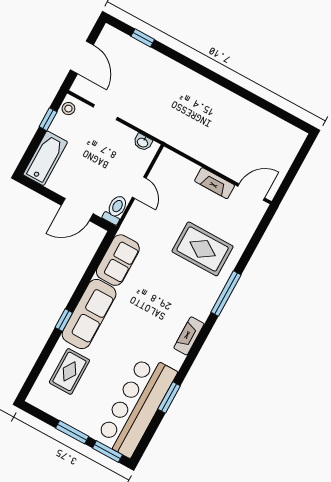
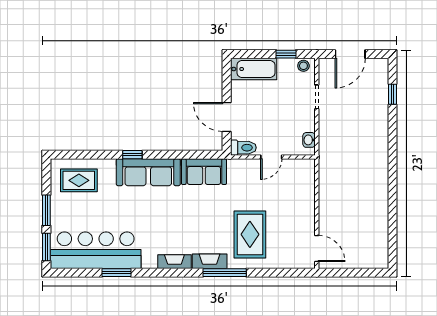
fireplace: (215, 183) -> (210, 261), moved, turned 90
rug: (69, 371) -> (79, 180), moved

